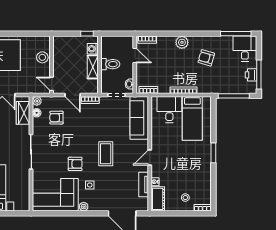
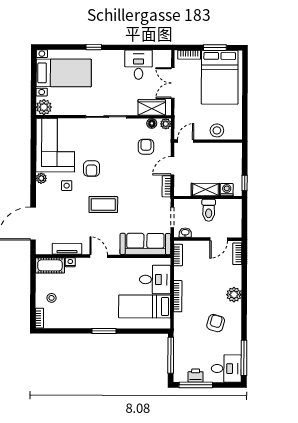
plant: (23, 205) -> (44, 107), added

